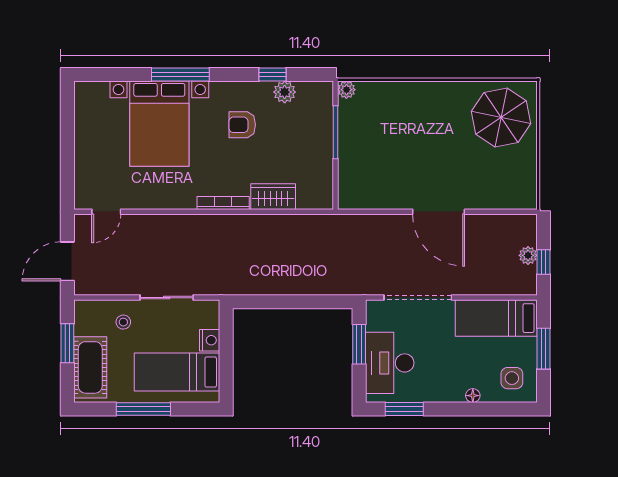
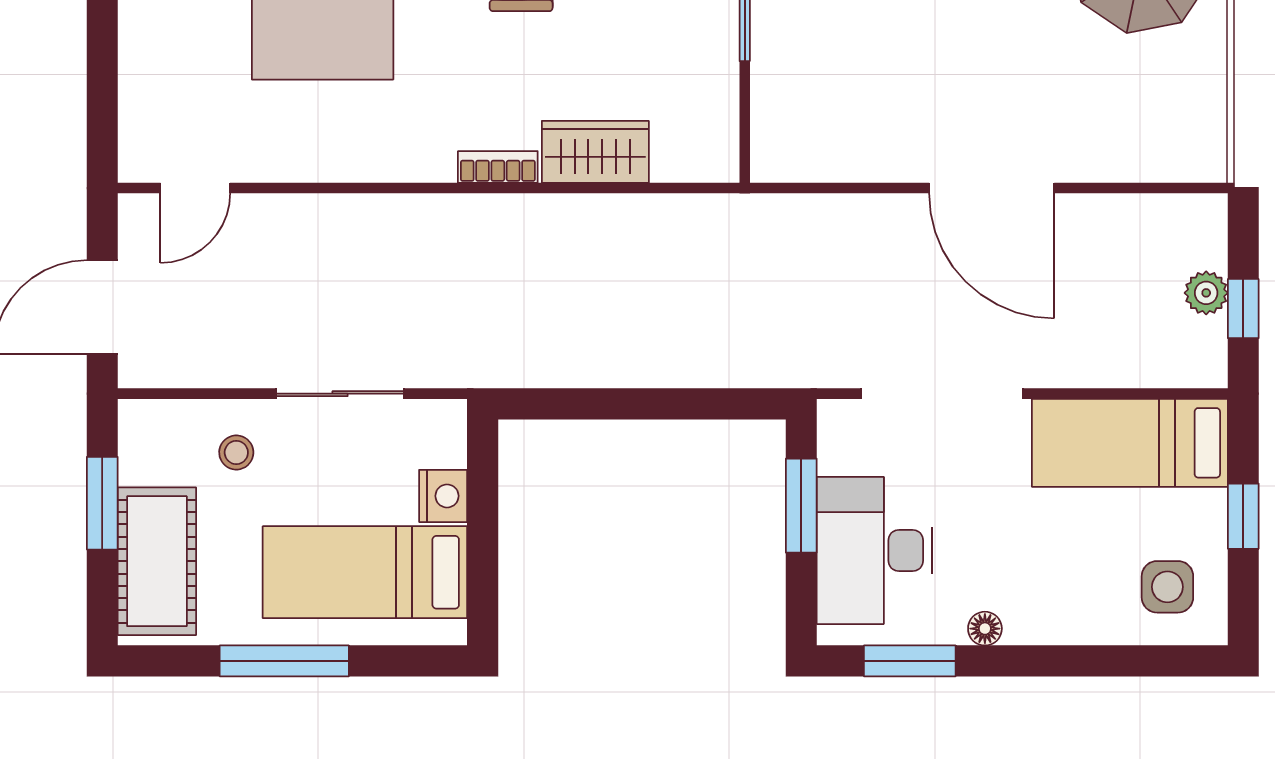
bookcase: (223, 203) -> (498, 167), width x0.64
window: (544, 349) -> (1243, 516), width x0.67
floor lamp: (473, 396) -> (985, 629), moved

